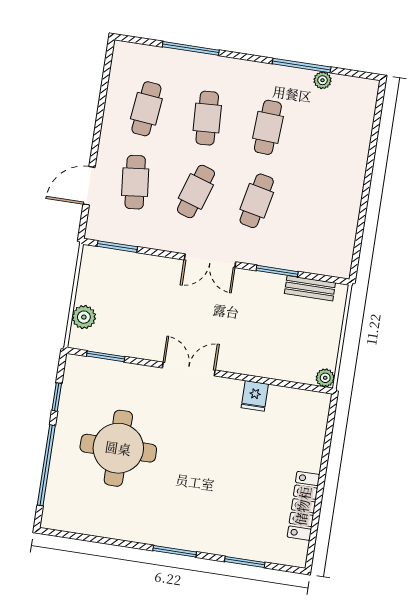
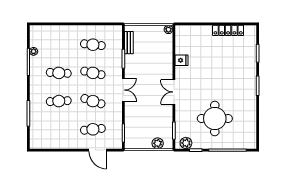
cafe table: (146, 109) -> (93, 45), moved
plant: (75, 378) -> (186, 143), added

